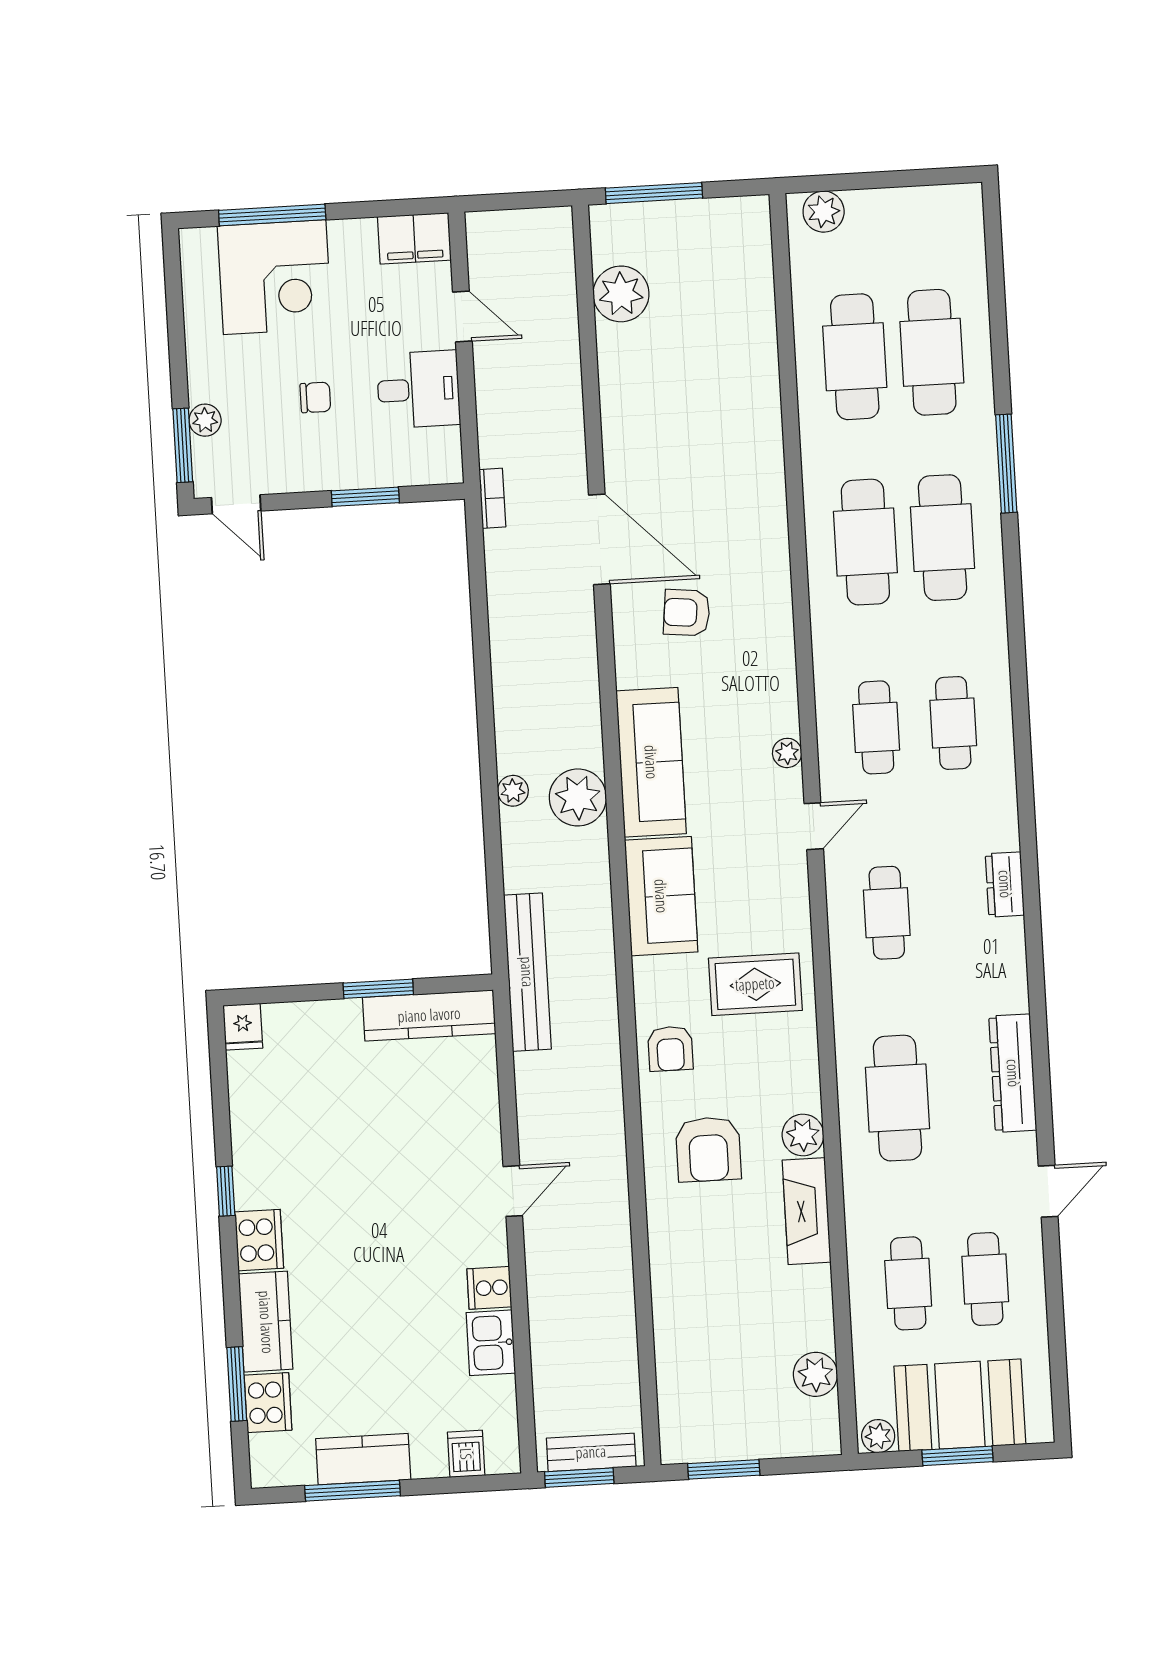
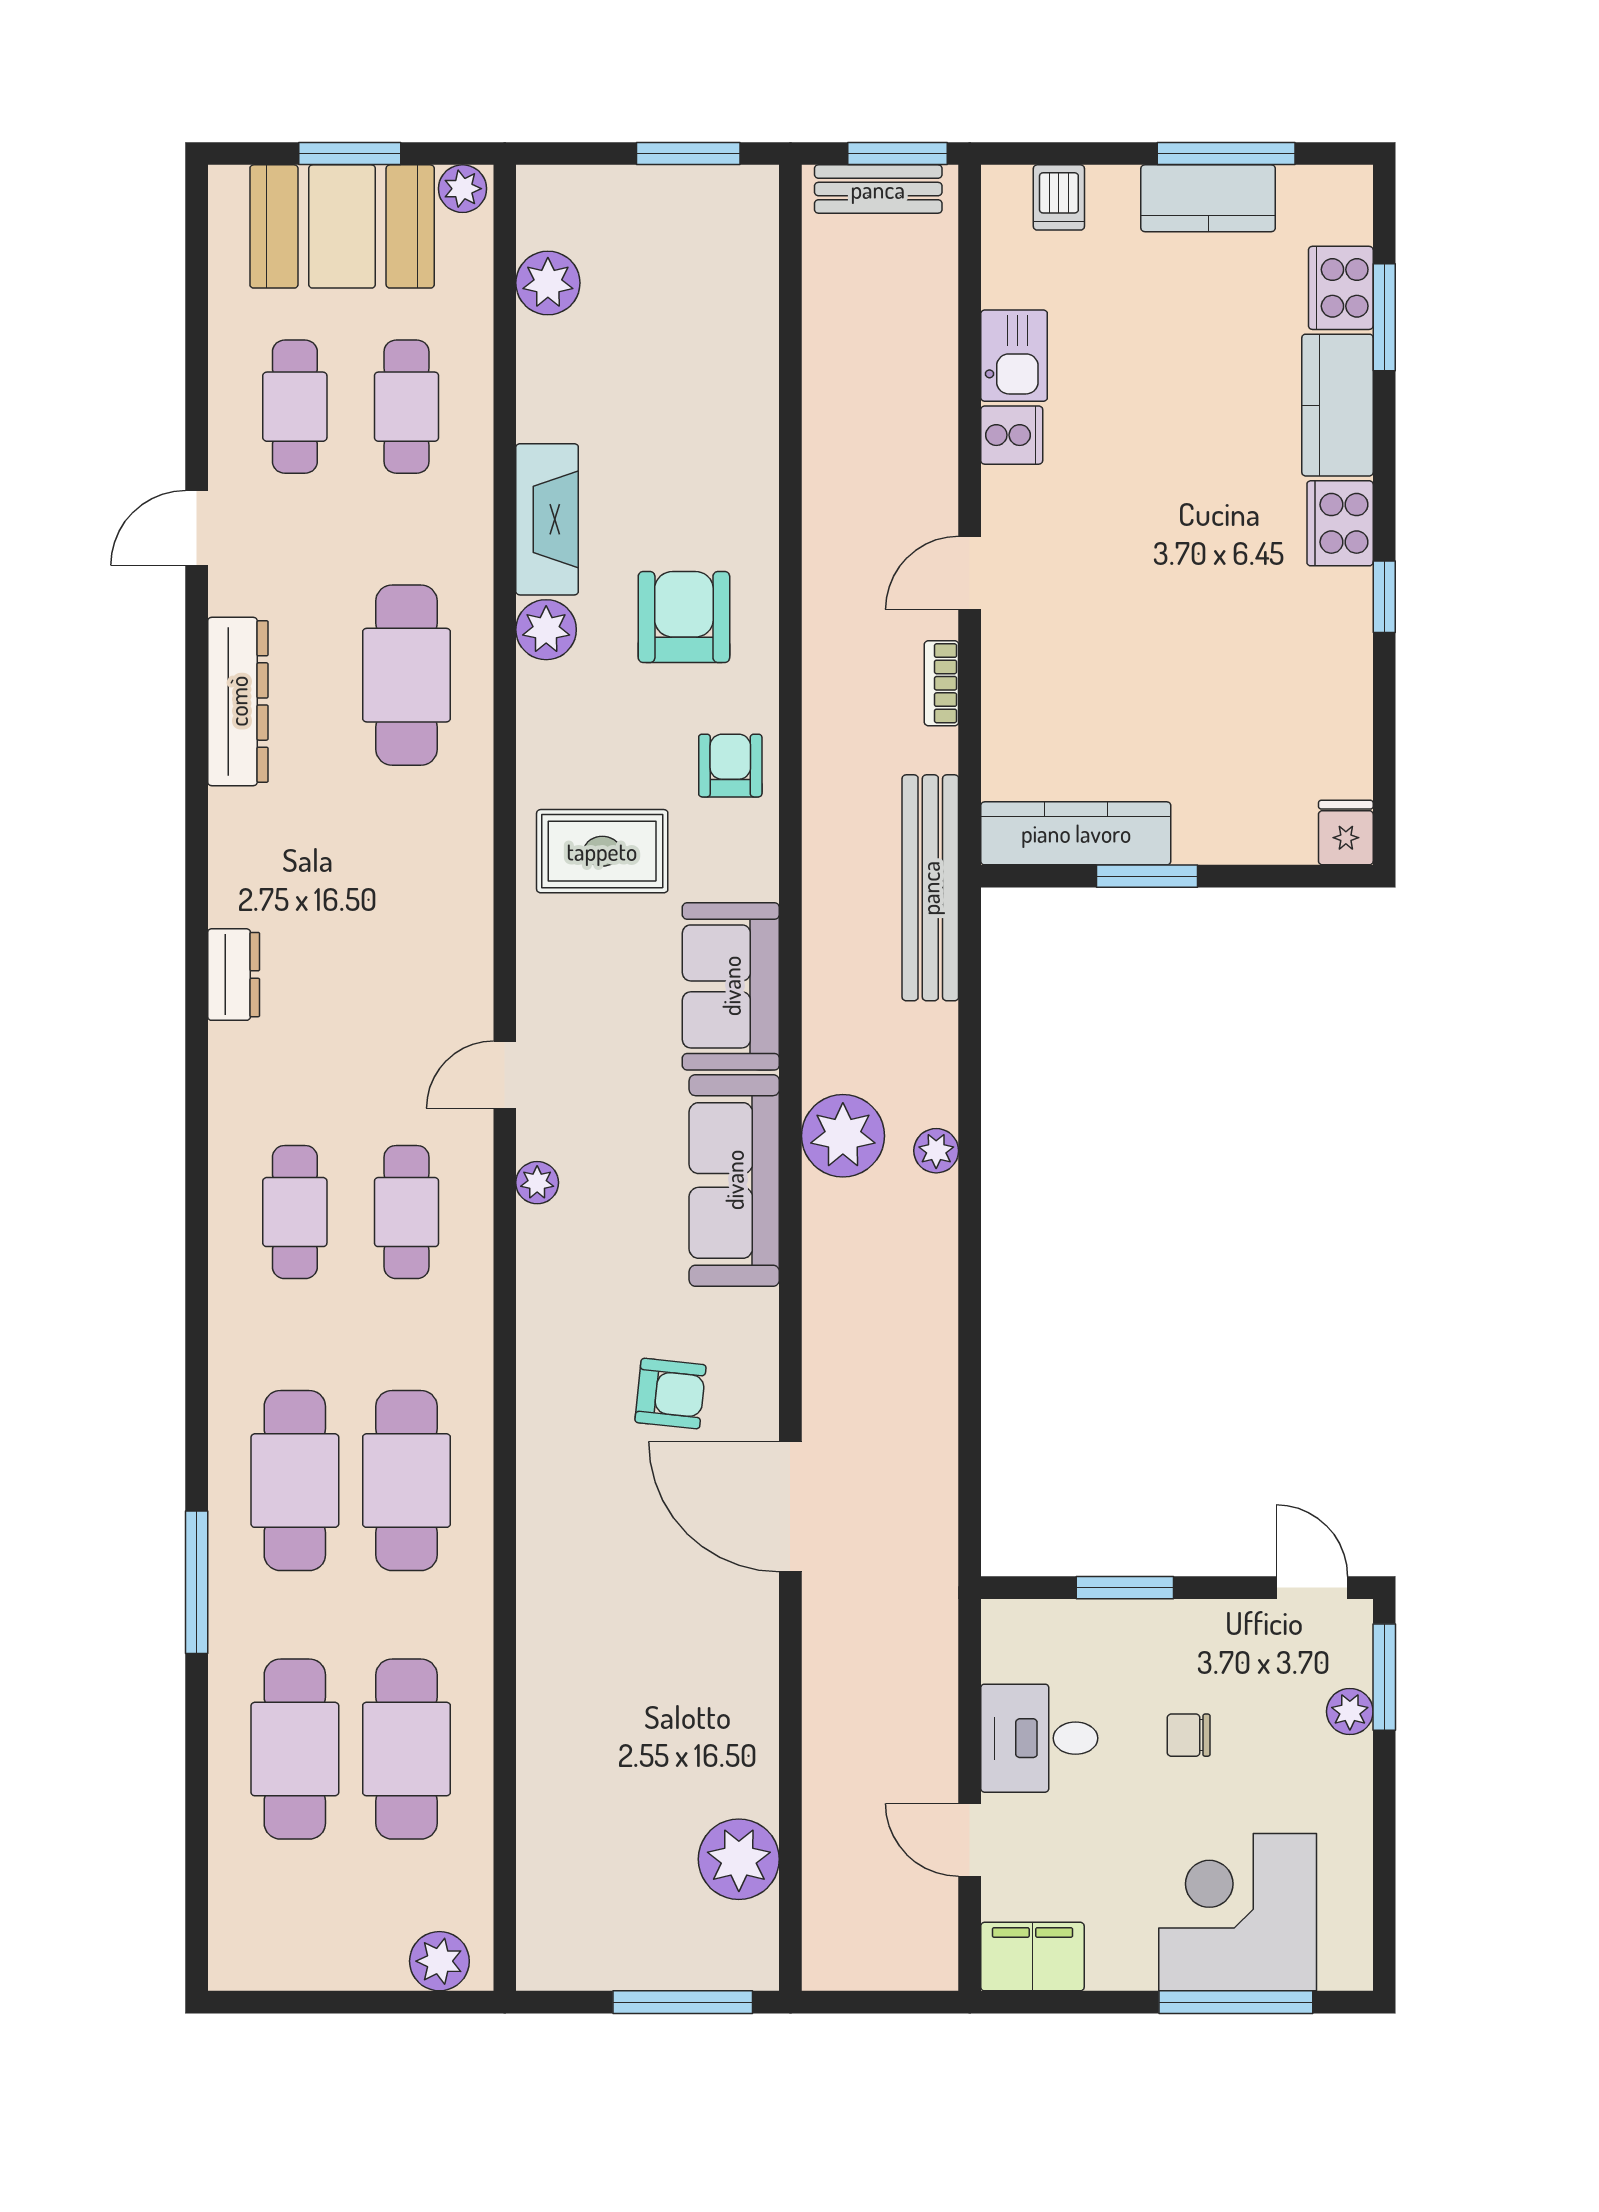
bookcase: (492, 498) -> (941, 683), moved
cafe table: (887, 913) -> (407, 944), removed

